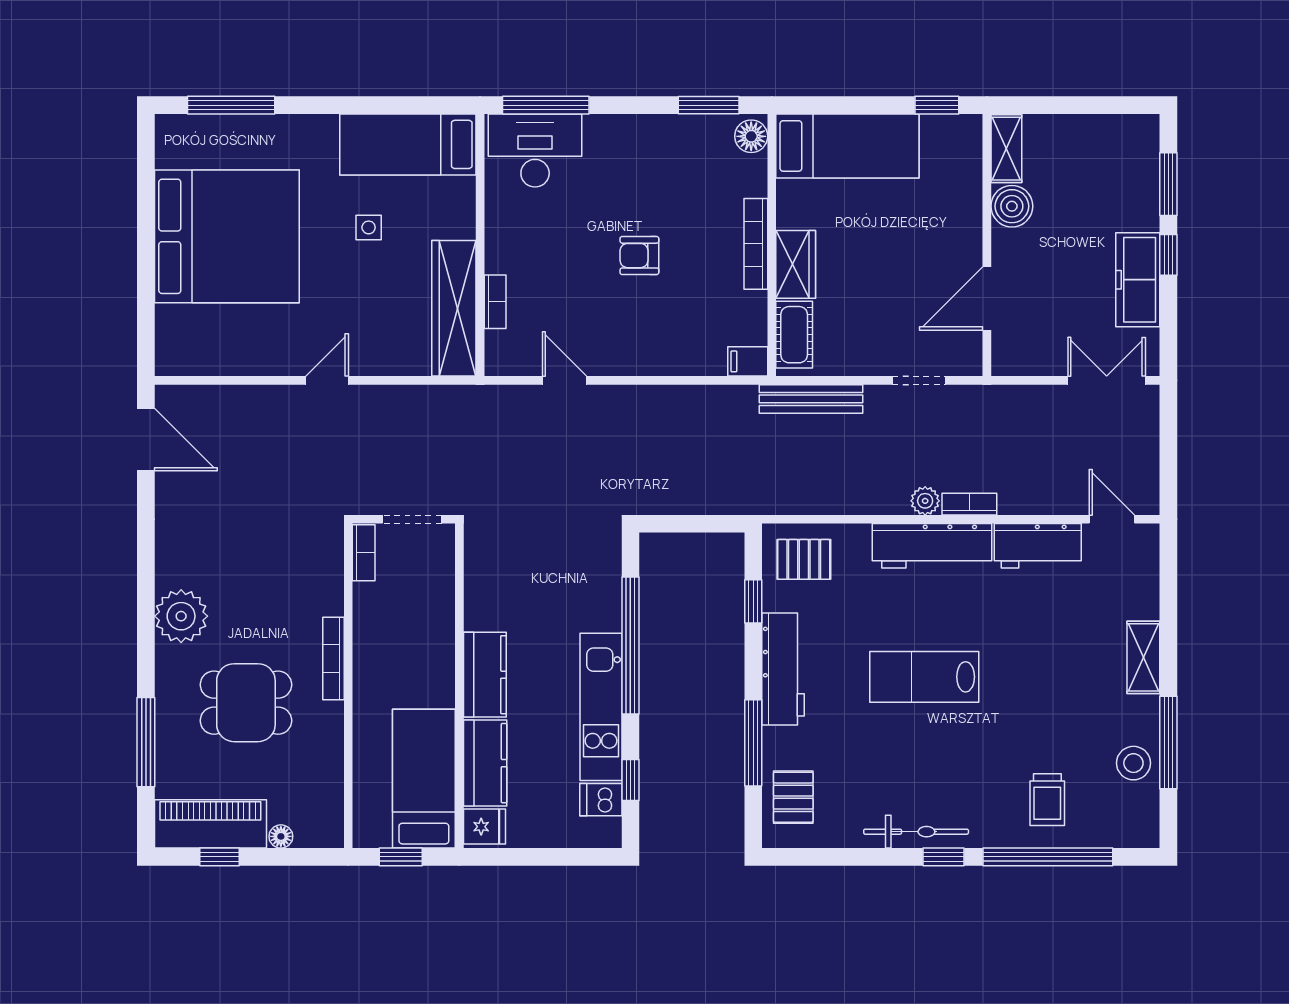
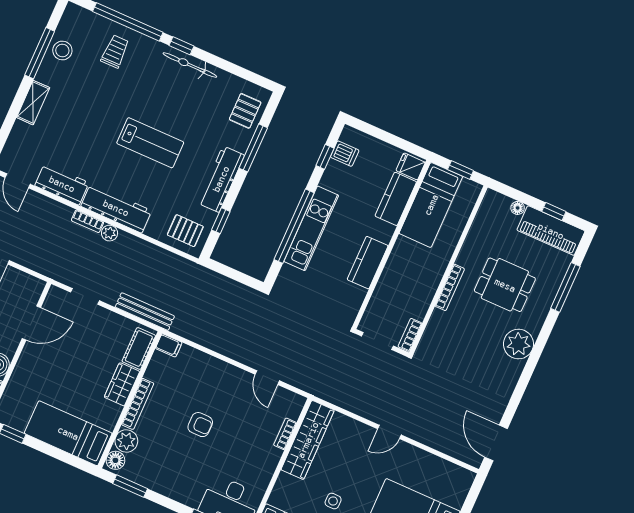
plant: (747, 175) -> (126, 441), added
kitchen counter: (485, 675) -> (368, 263), moved
kitchen unit: (601, 707) -> (311, 228), moved

